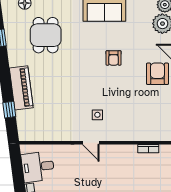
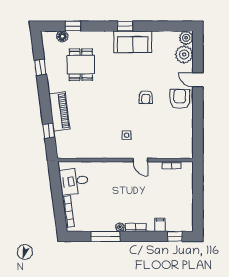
armchair: (114, 58) -> (146, 97), moved
door: (91, 143) -> (140, 160), moved

